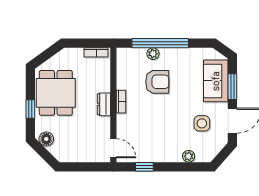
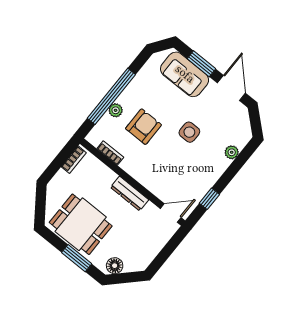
bookcase: (121, 102) -> (110, 153), moved
dresser: (104, 104) -> (130, 194), width x1.44
window: (30, 109) -> (77, 258), width x1.50
side table: (202, 123) -> (189, 132), moved

